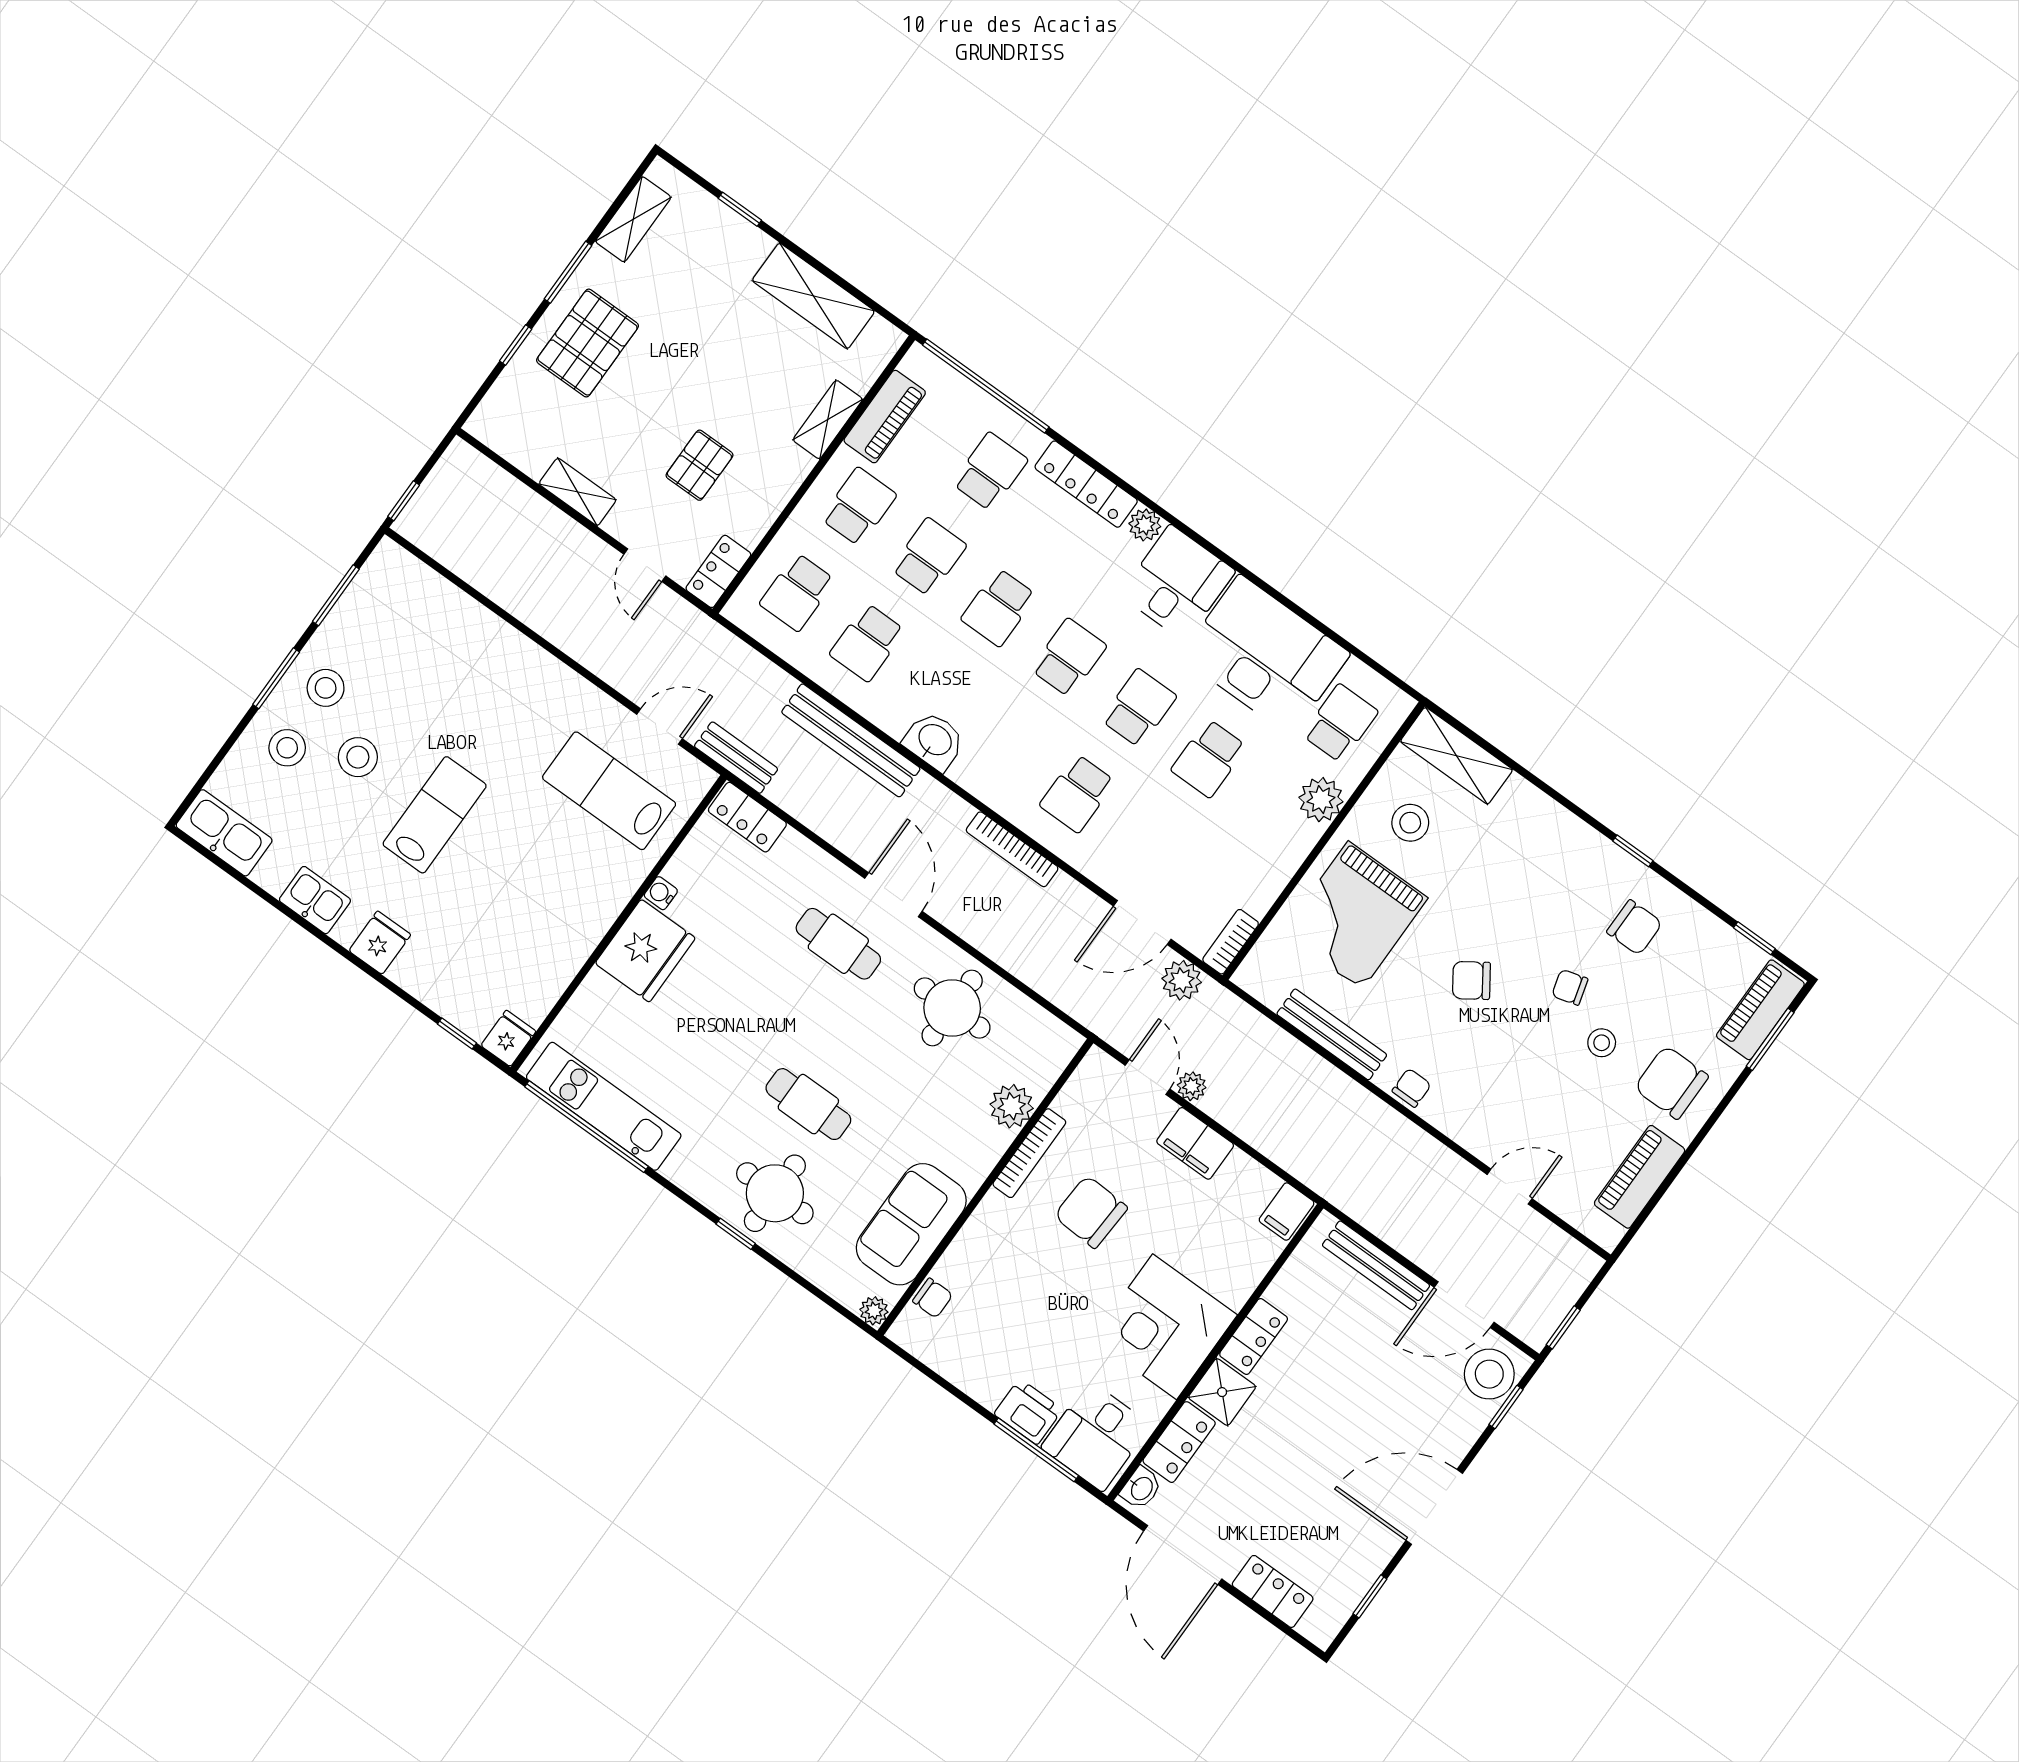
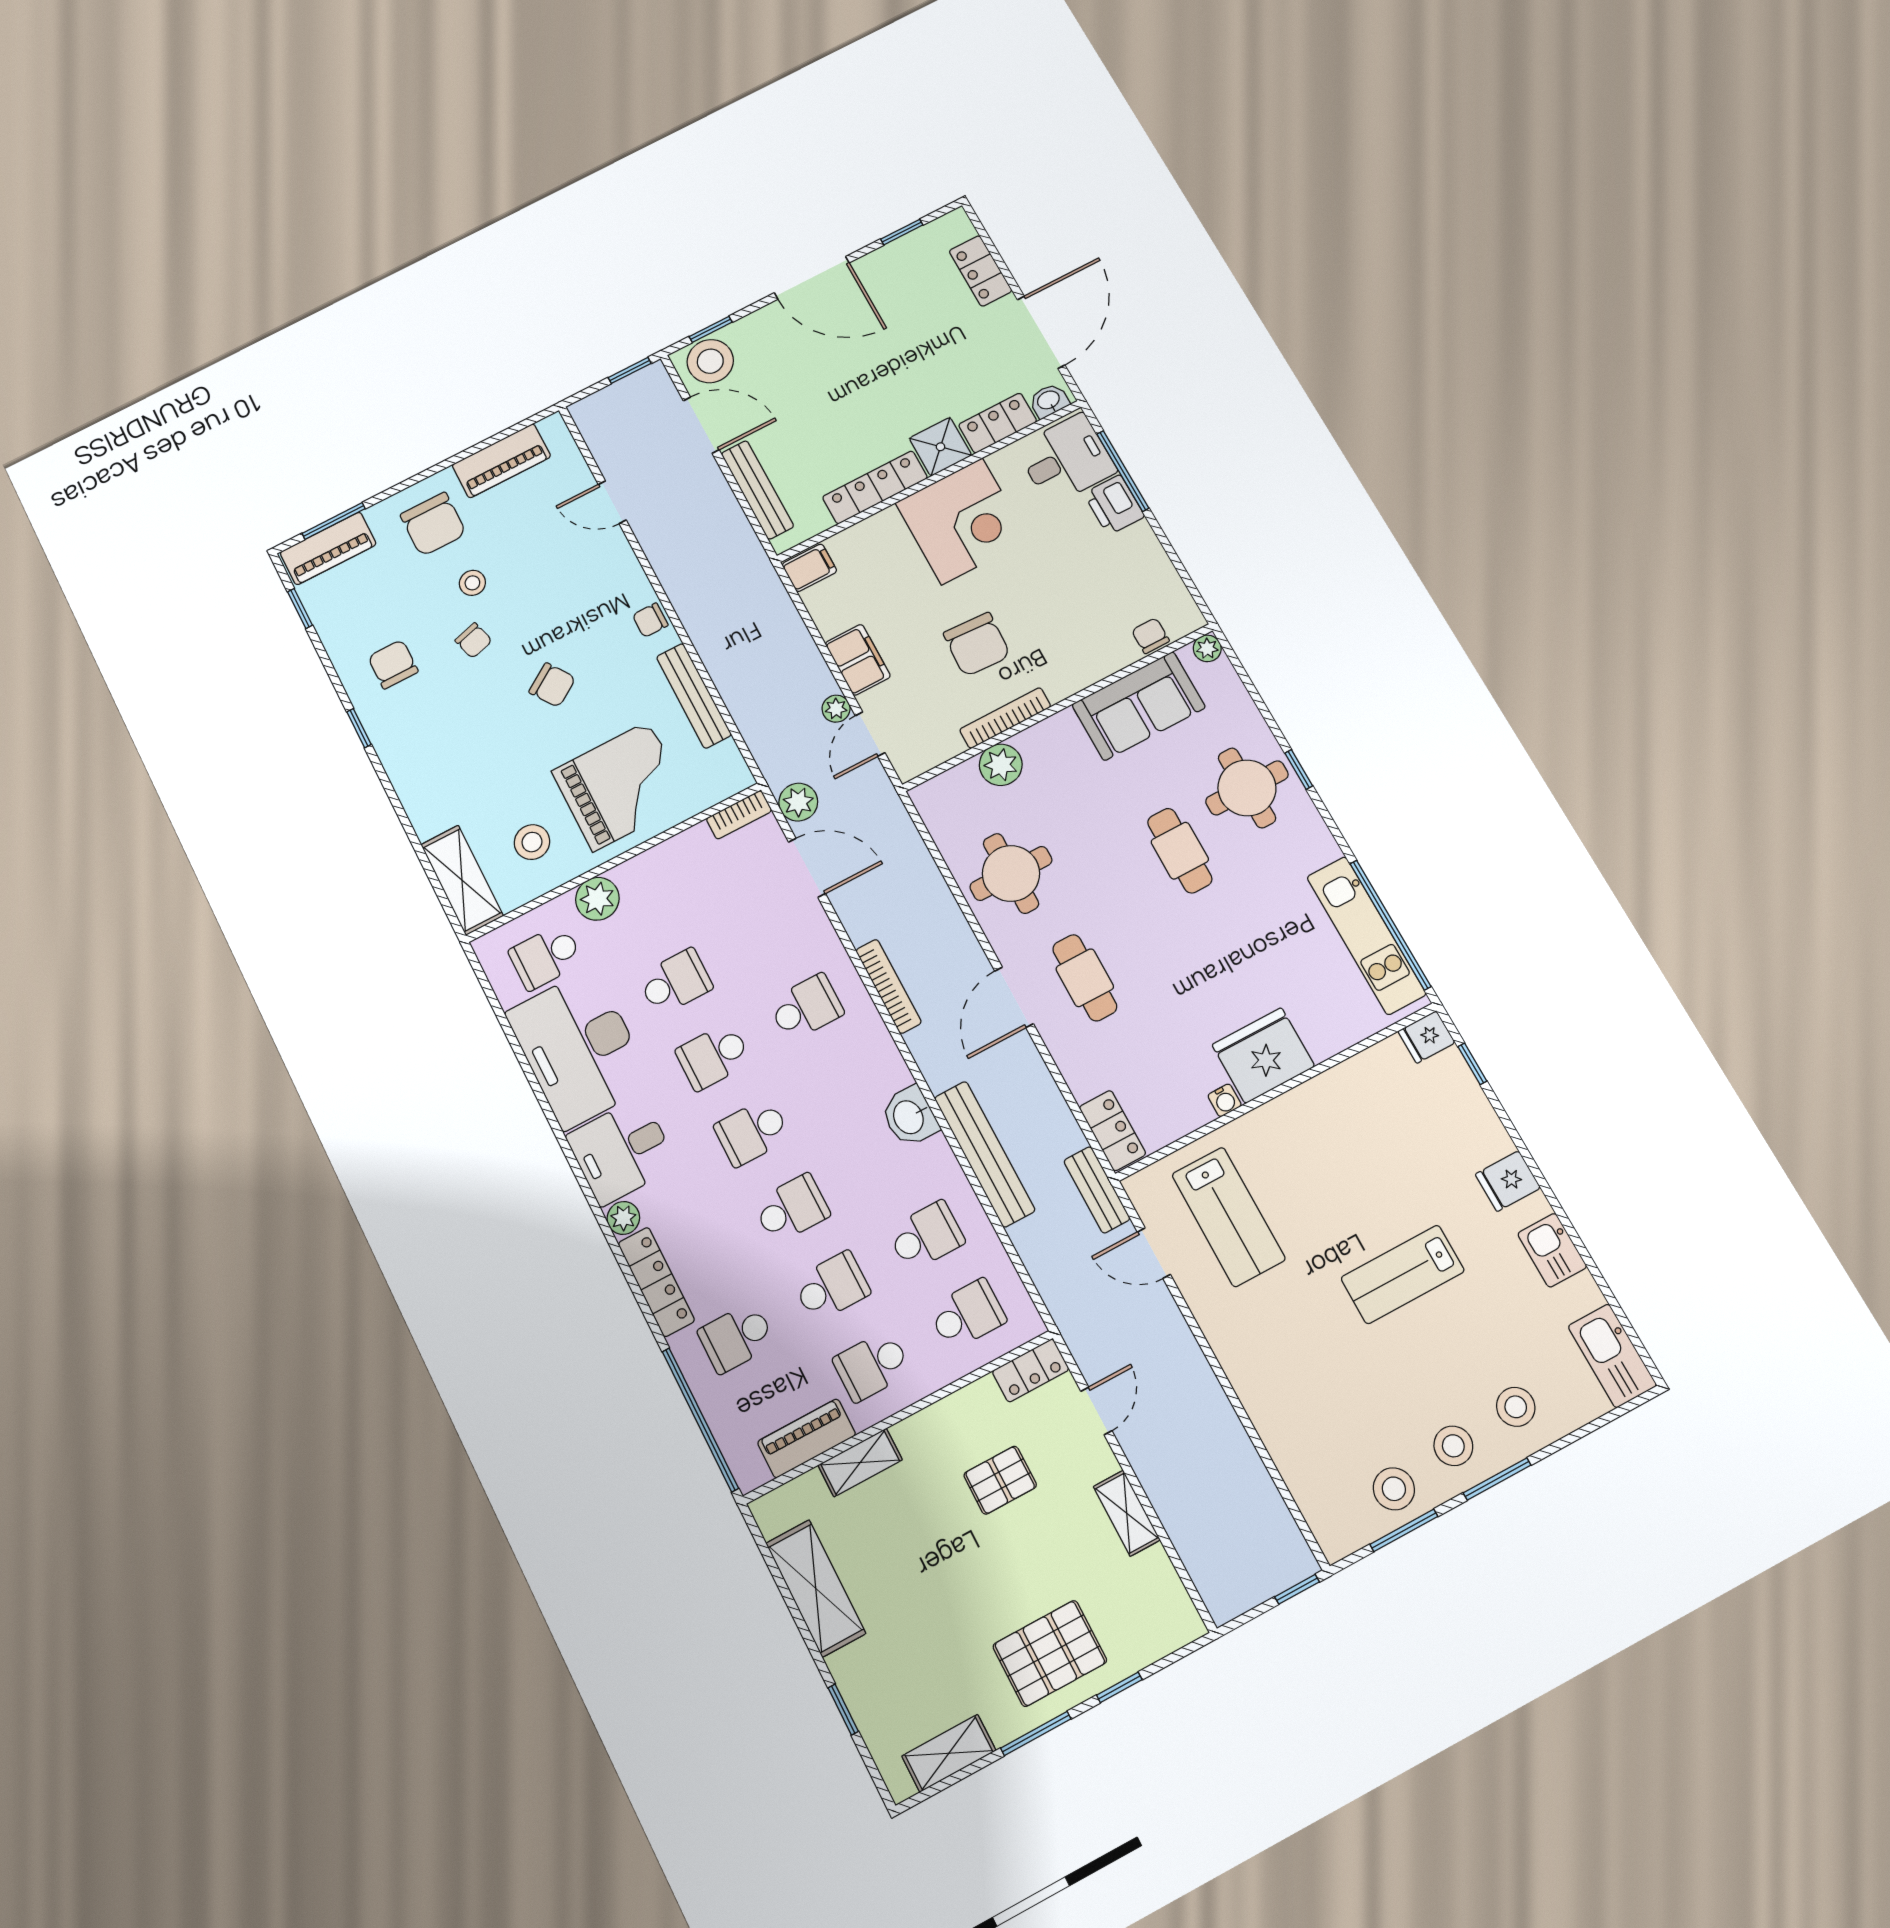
school desk: (929, 557) -> (831, 1287), turned 180
stool: (358, 757) -> (1394, 1489), moved
locker: (1254, 1337) -> (875, 487), width x1.53

